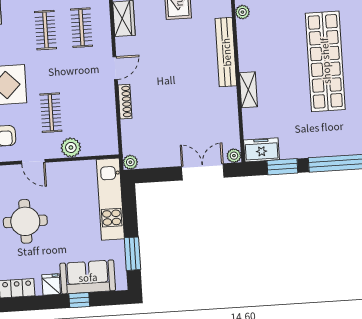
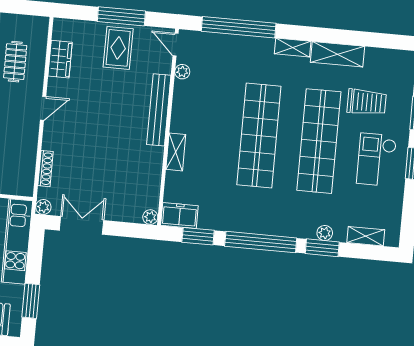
shoe rack: (125, 102) -> (45, 169), moved
double door: (203, 172) -> (82, 225), moved

